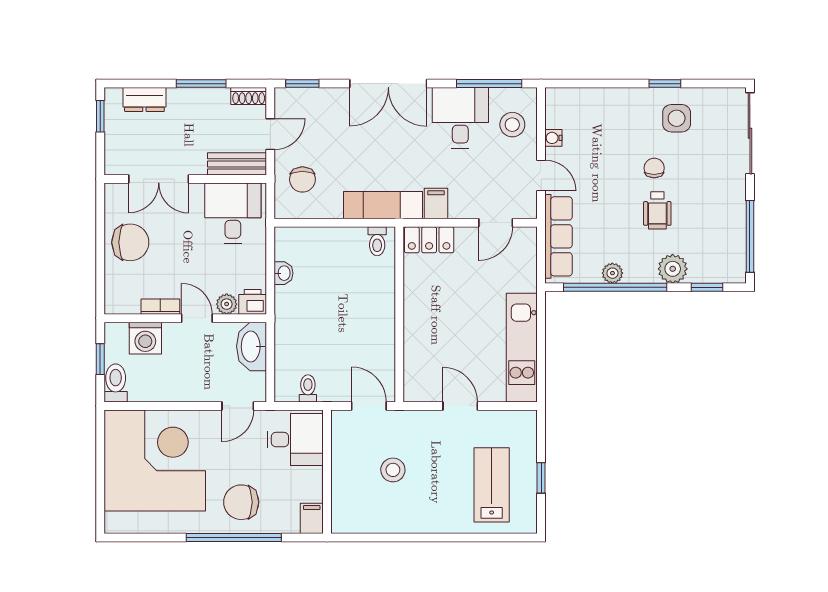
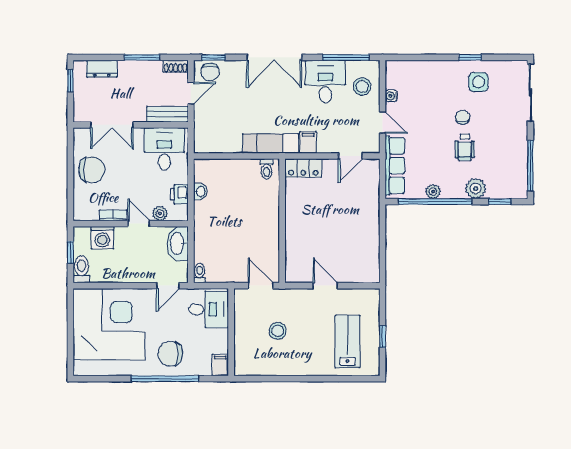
chair: (302, 179) -> (210, 72), moved
printer: (253, 302) -> (179, 194), moved, turned -90
kitchen unit: (522, 348) -> (369, 244), removed
toilet: (308, 388) -> (200, 273), moved

